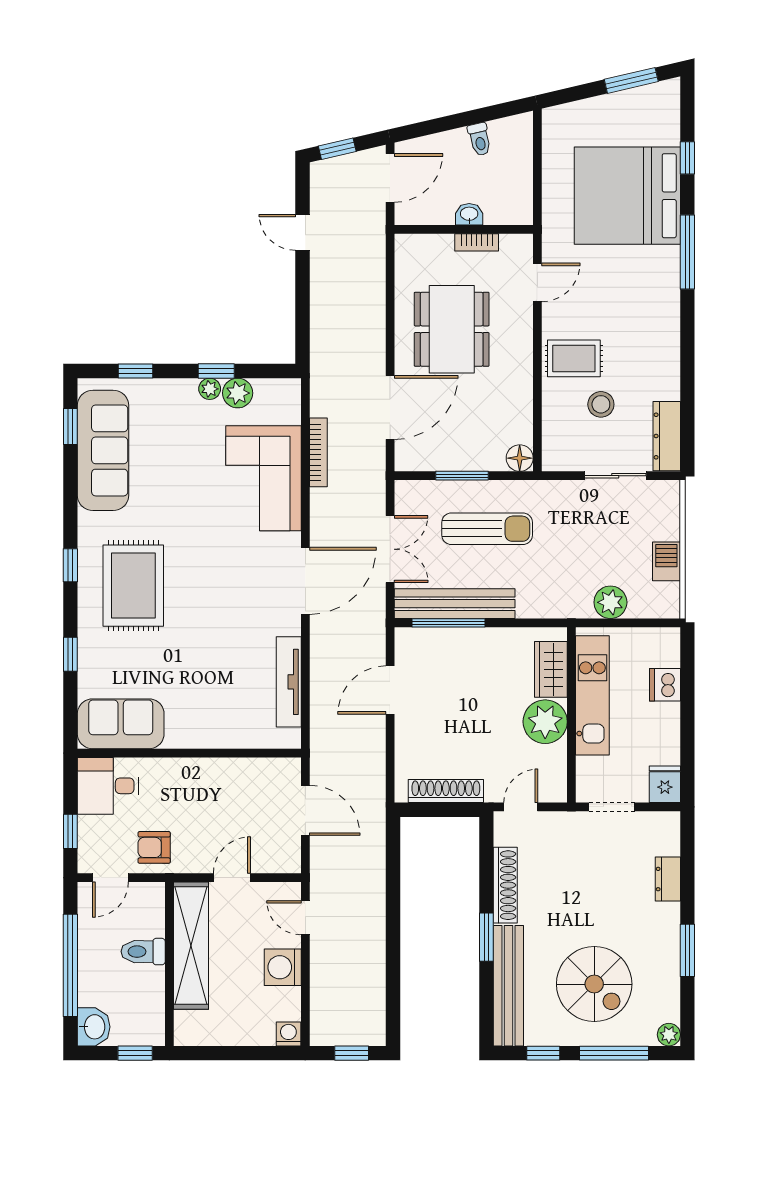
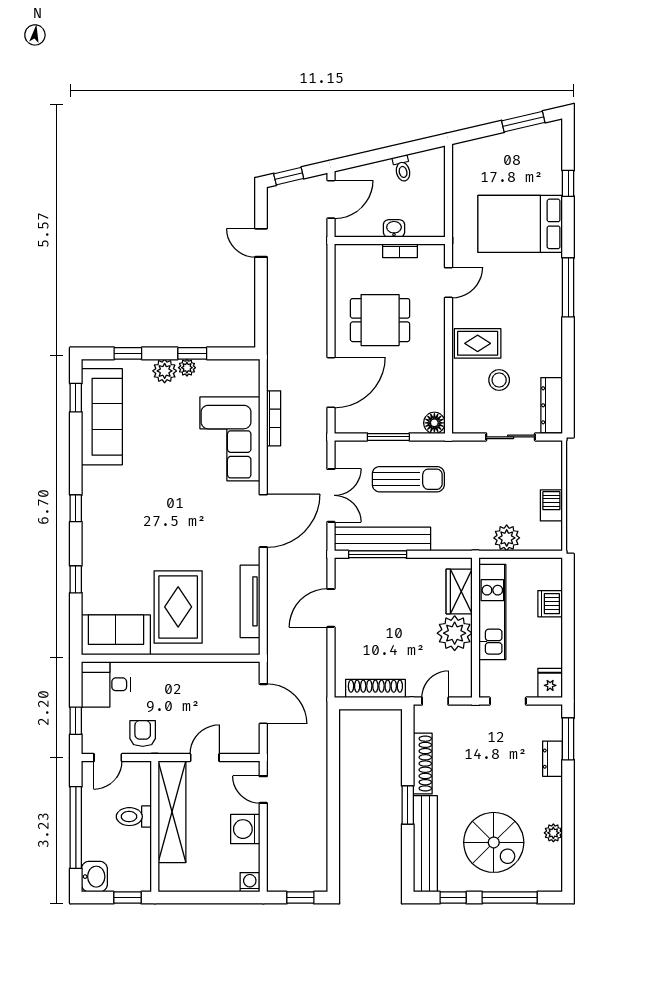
bed: (627, 196) -> (520, 224), width x0.73
window: (687, 252) -> (568, 287), moved
dining table: (452, 329) -> (380, 320), width x0.73
plant: (238, 393) -> (165, 371), moved
rug: (133, 586) -> (178, 607), moved
armchair: (154, 847) -> (143, 733), turned 90
window: (687, 950) -> (568, 739), moved
plant: (669, 1035) -> (553, 833), moved

